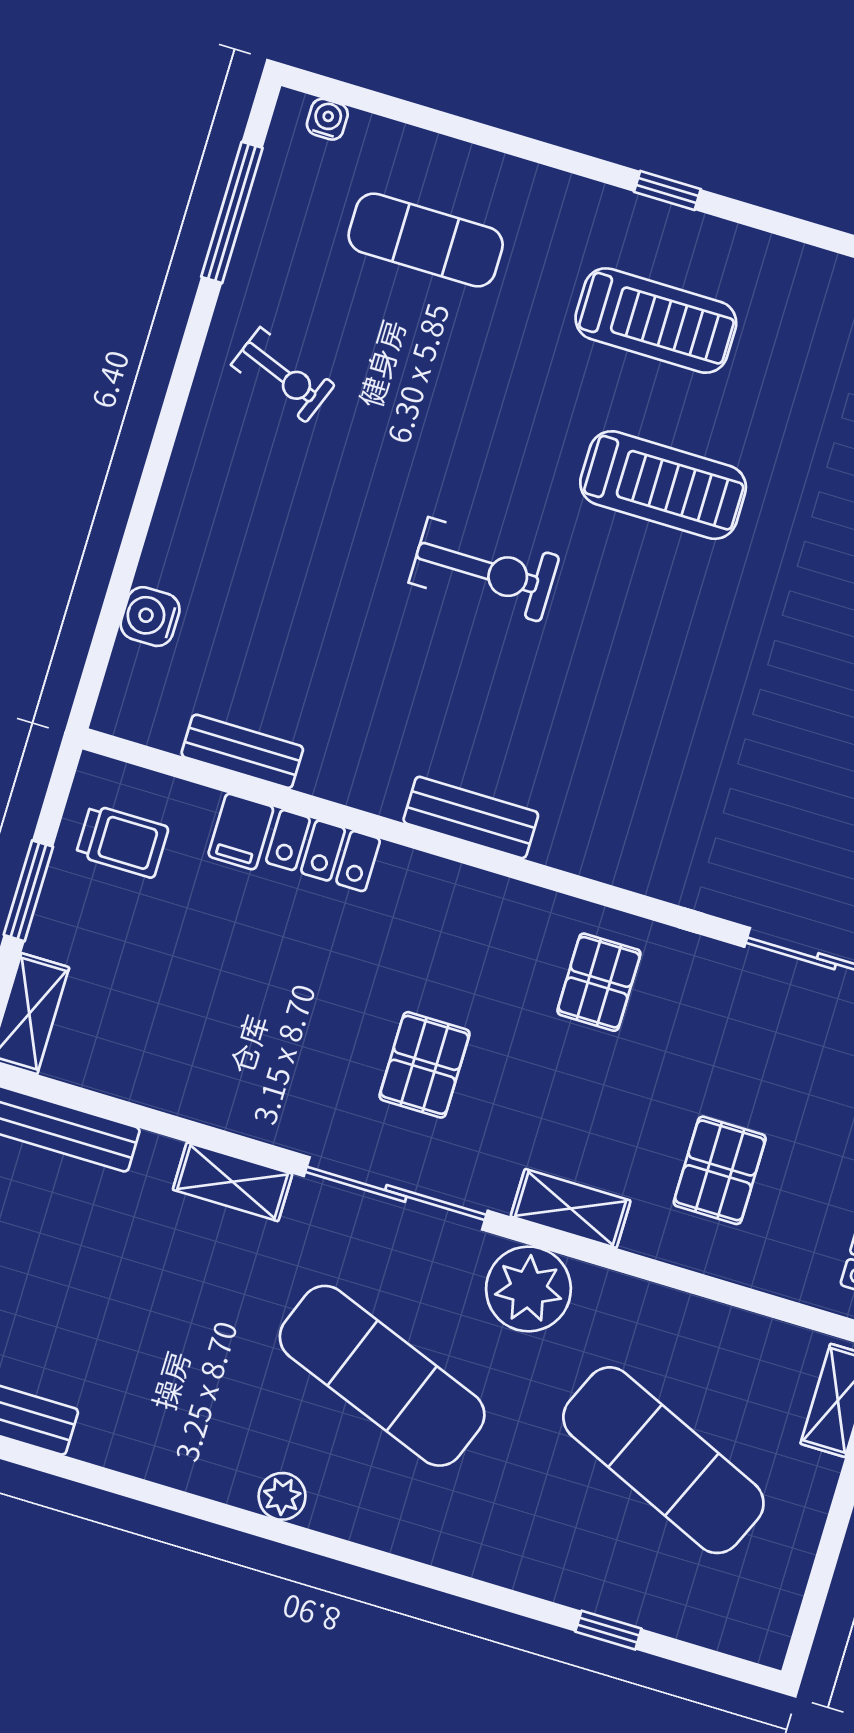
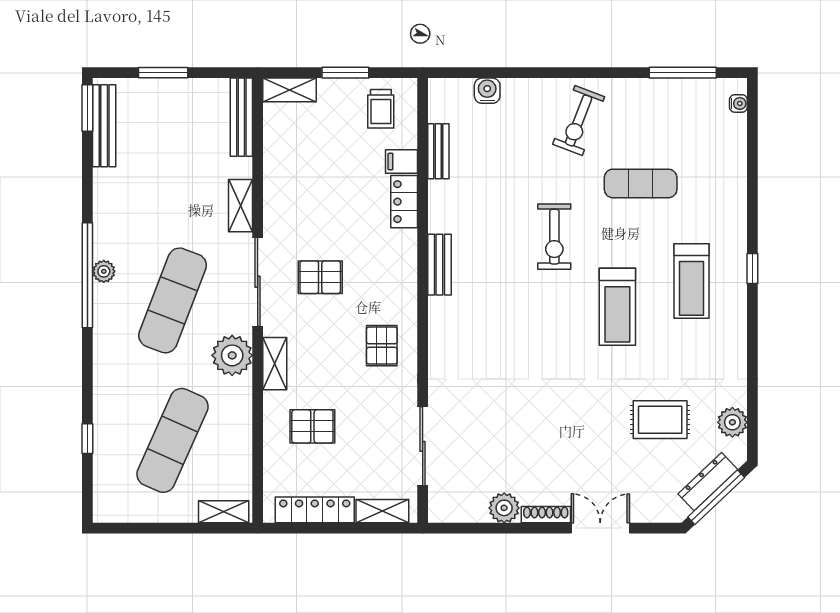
exercise mat: (426, 240) -> (641, 183), moved, turned 90
exercise bike: (283, 375) -> (579, 121), moved, width x1.38, depth x1.39
pallet: (599, 982) -> (382, 346), turned 90
window: (280, 1532) -> (87, 275), added

